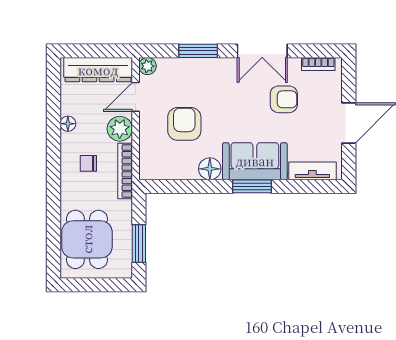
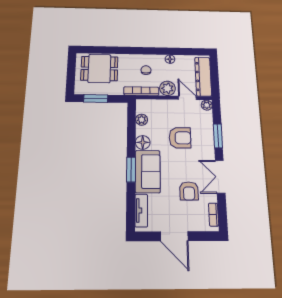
armchair: (184, 124) -> (180, 138), moved
plant: (173, 171) -> (142, 120), added

